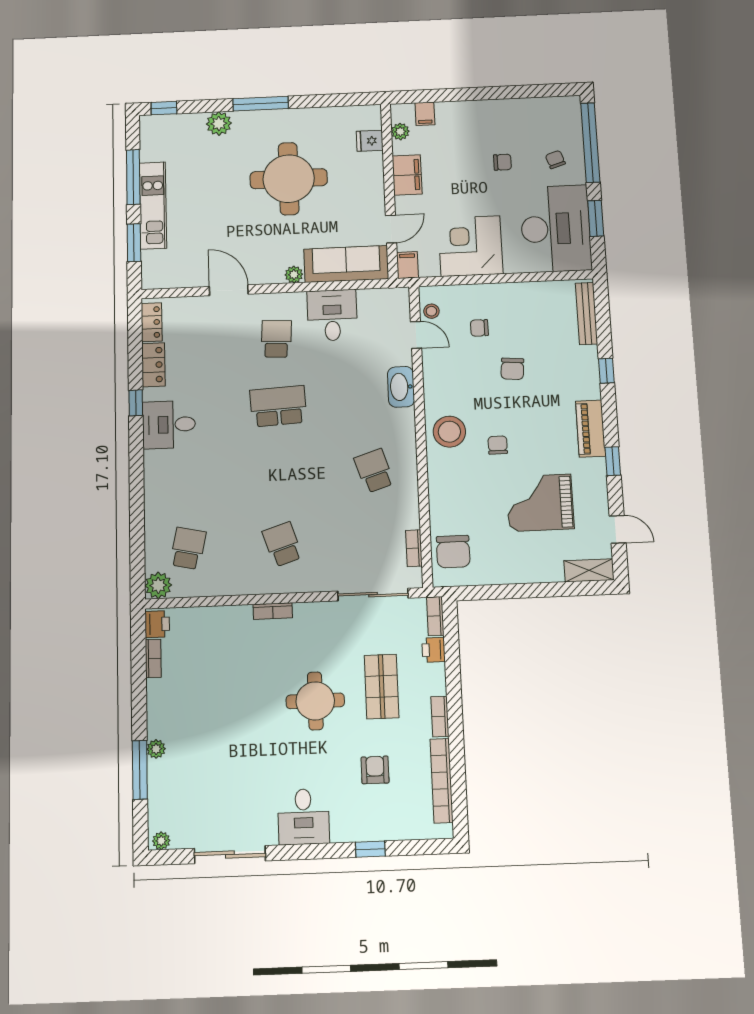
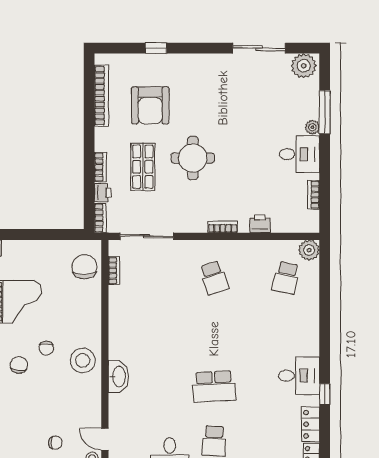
chair: (512, 369) -> (19, 365), moved
washbasin: (401, 387) -> (118, 376), moved
school desk: (374, 471) -> (142, 332), removed
printer: (157, 624) -> (260, 224), moved, turned 90
bookcase: (440, 717) -> (100, 167), moved
armchair: (375, 770) -> (150, 105), width x1.88, depth x1.88
desk: (304, 817) -> (299, 154), moved, turned 90
plant: (161, 841) -> (304, 66), width x1.88, depth x1.88

